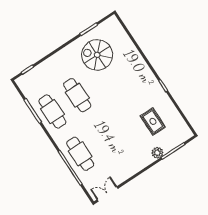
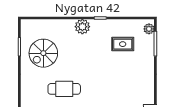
plant: (145, 74) -> (82, 27), added
plant: (157, 153) -> (149, 29), moved

